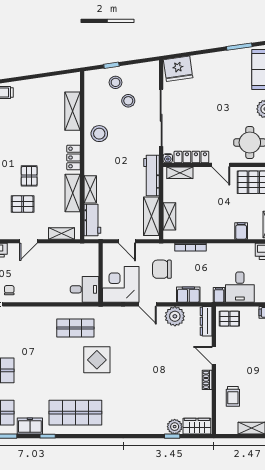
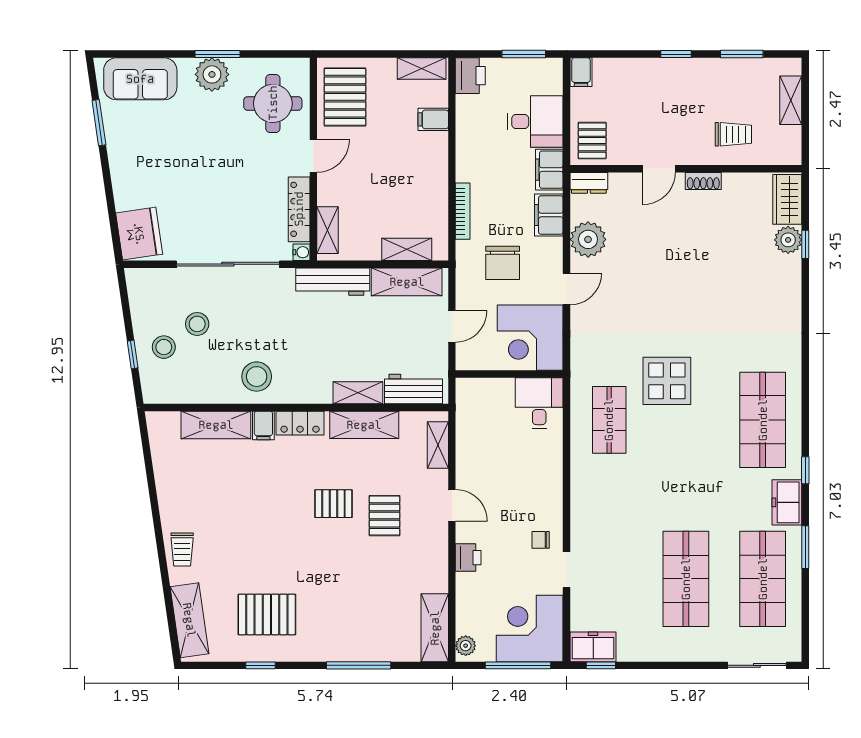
filing cabinet: (72, 137) -> (263, 425), added
filing cabinet: (219, 295) -> (549, 170), width x2.00
dresser: (206, 321) -> (589, 183), width x0.70

